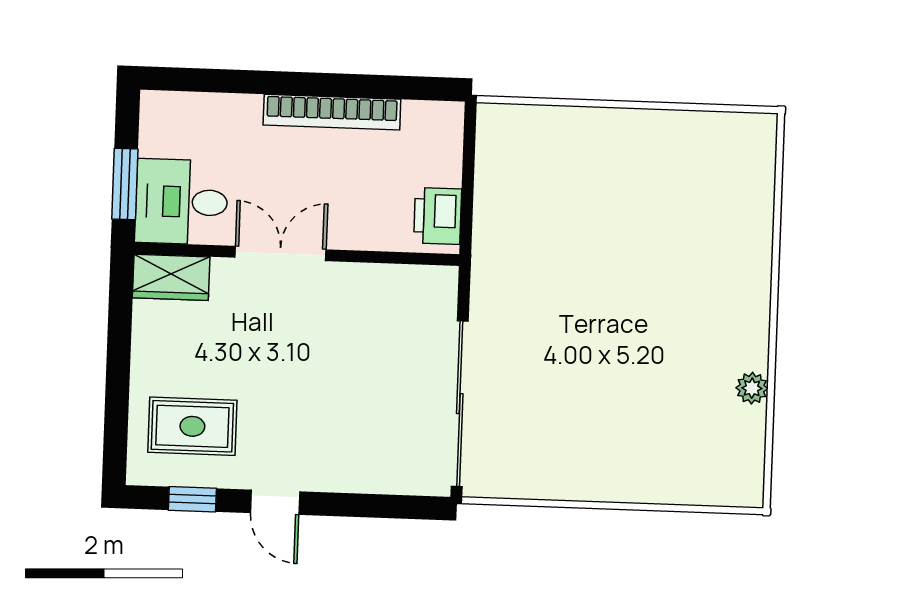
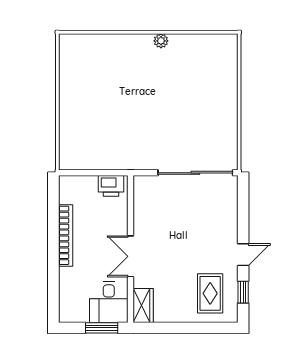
plant: (752, 388) -> (161, 41), moved

